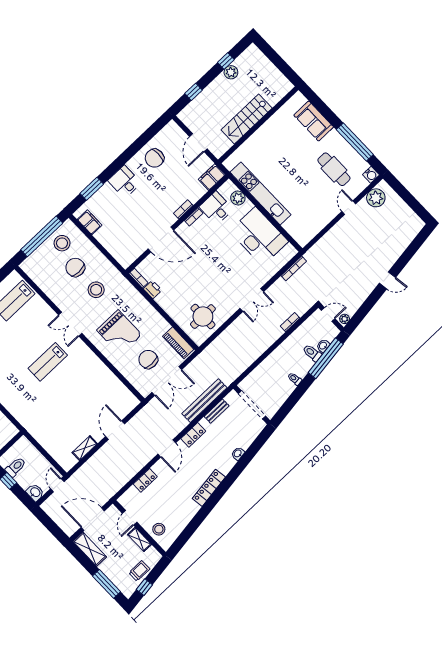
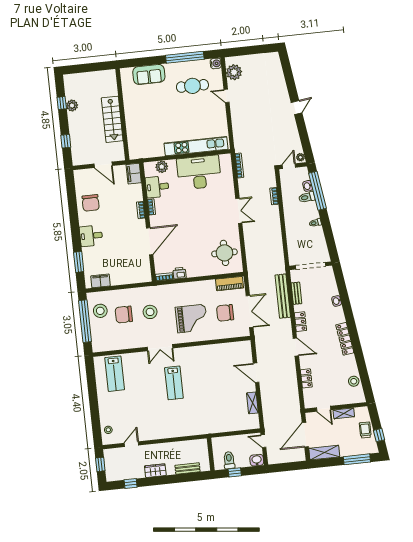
kitchen unit: (260, 193) -> (196, 146), moved
stool: (159, 529) -> (354, 381), moved

